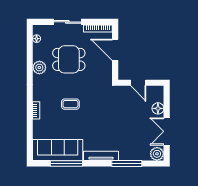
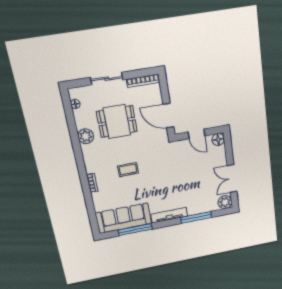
door: (115, 50) -> (168, 116), moved
floor lamp: (158, 108) -> (218, 139), moved

